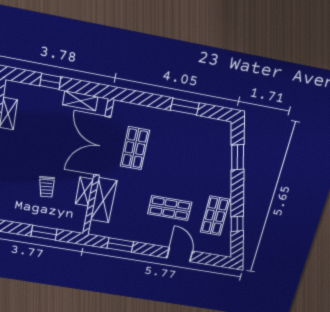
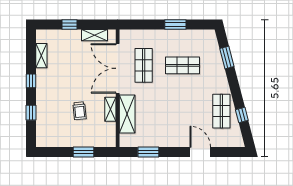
shop shelf: (170, 208) -> (183, 65), moved

